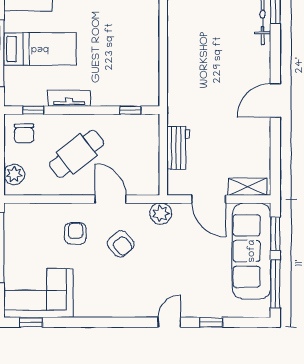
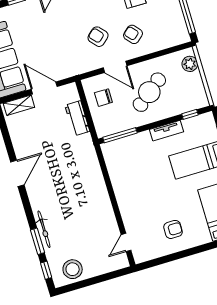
window: (130, 110) -> (120, 135), width x2.17
chair: (24, 133) -> (103, 98), moved, turned -90
plant: (161, 213) -> (76, 67), removed
armchair: (75, 234) -> (133, 34), turned 139

